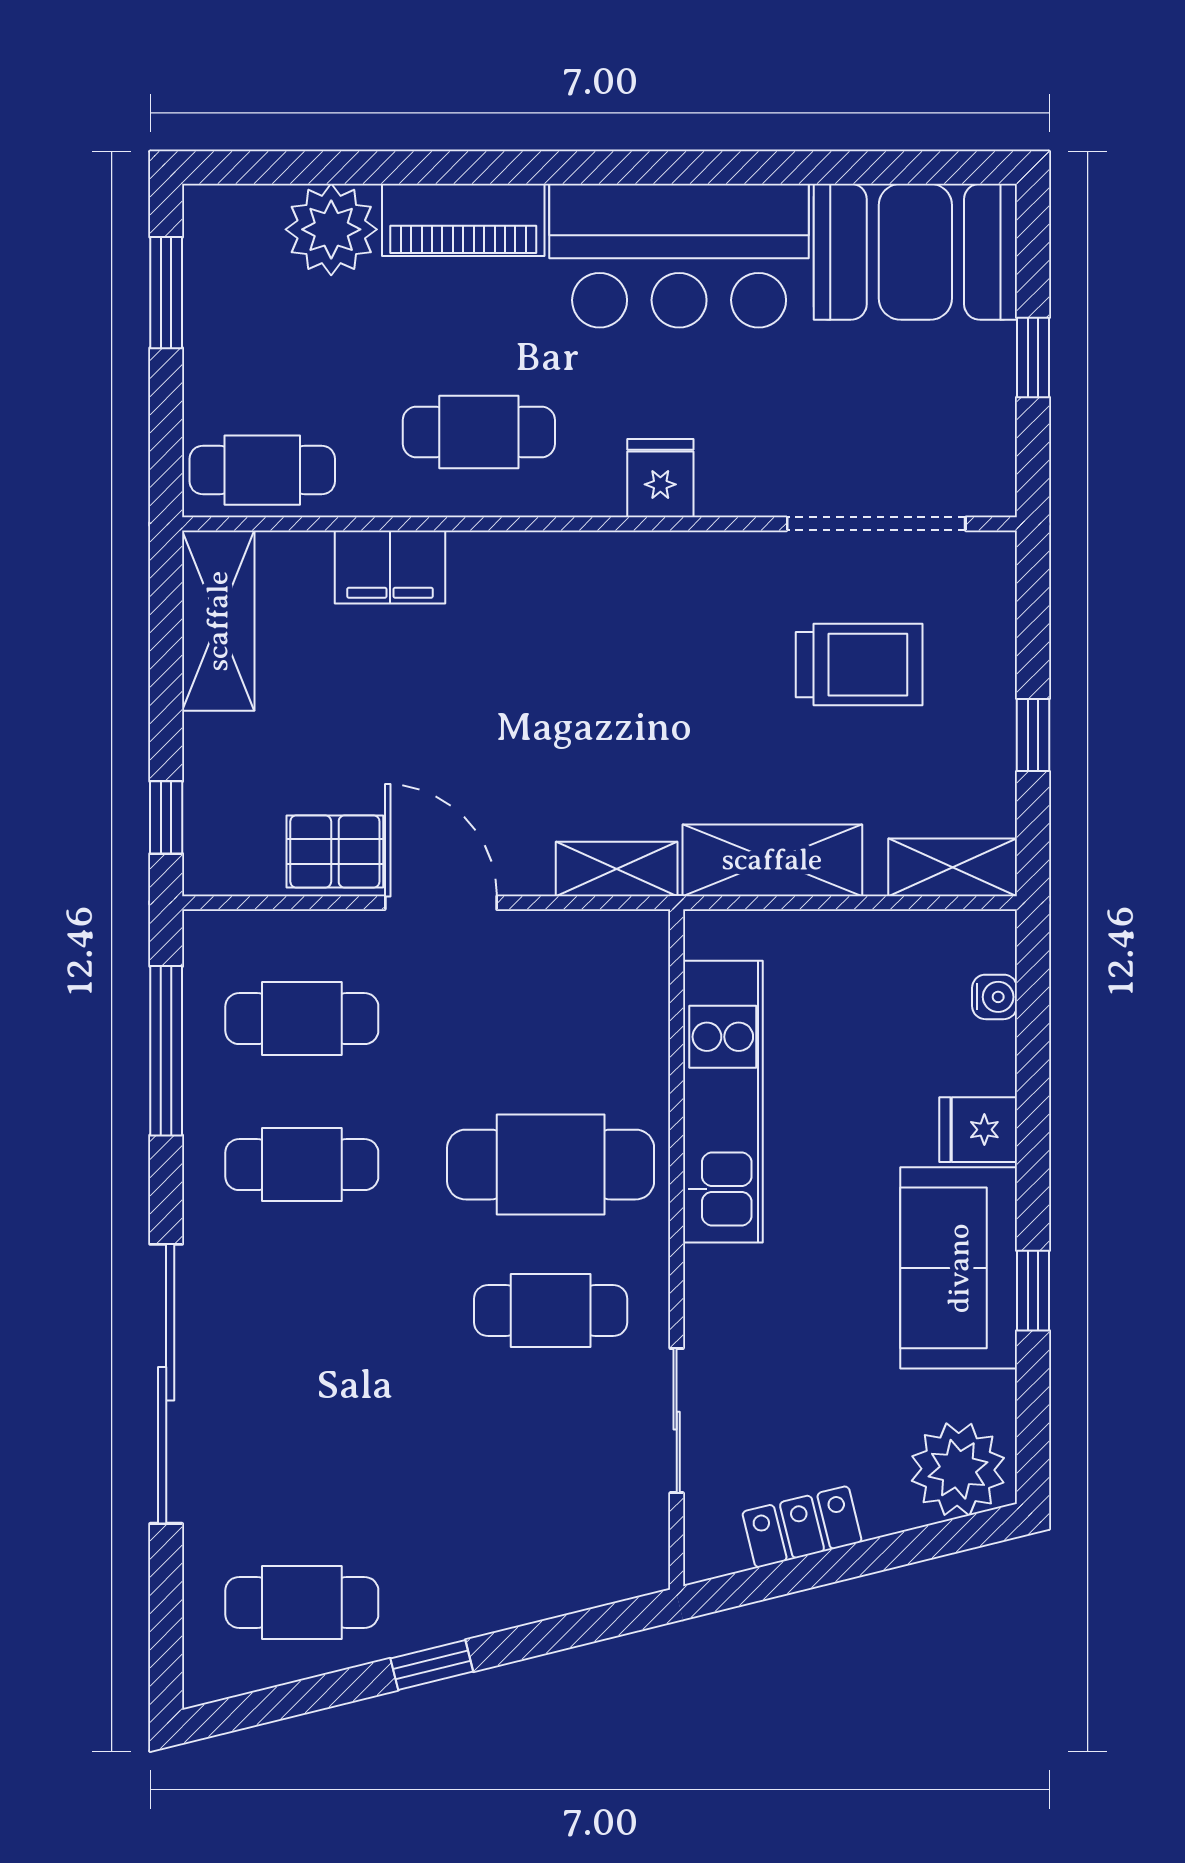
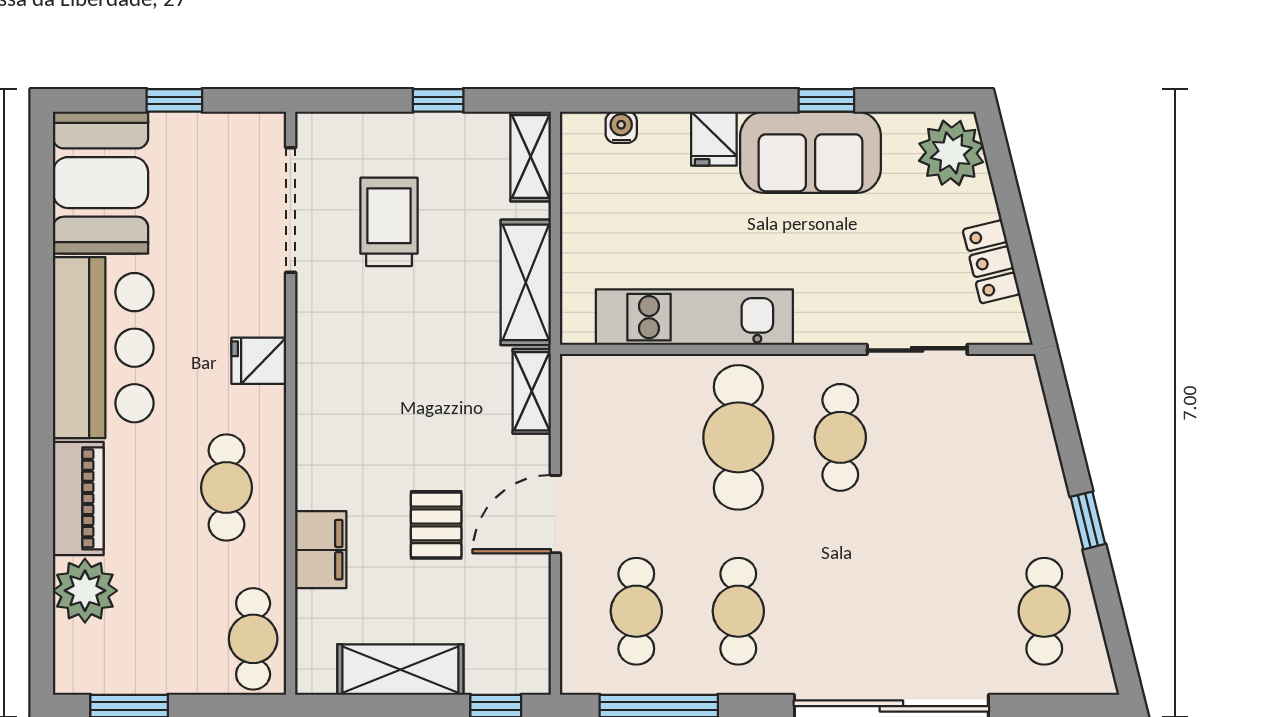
shelving: (218, 621) -> (400, 670), moved
pallet: (335, 851) -> (436, 525), moved

